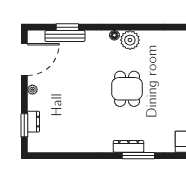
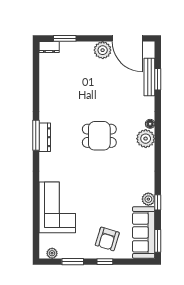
plant: (32, 90) -> (103, 50), width x1.88, depth x1.88
dresser: (34, 122) -> (49, 47), moved
window: (138, 156) -> (36, 135), moved

